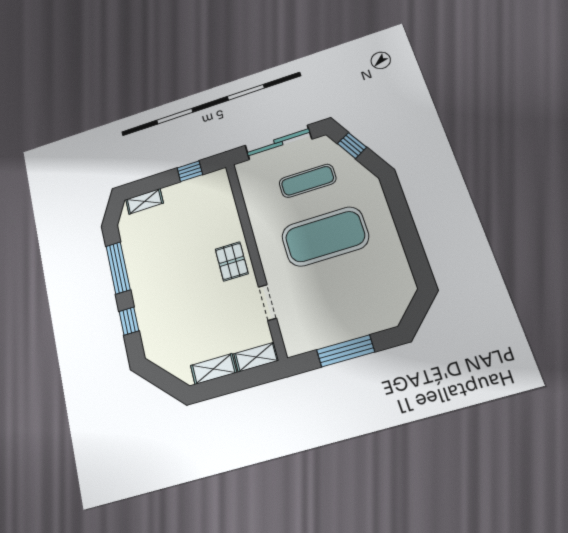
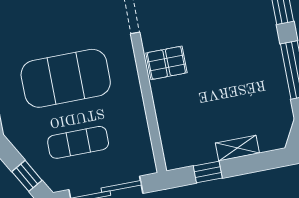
shelving: (144, 201) -> (237, 148), moved
pallet: (232, 261) -> (166, 63), turned 90

